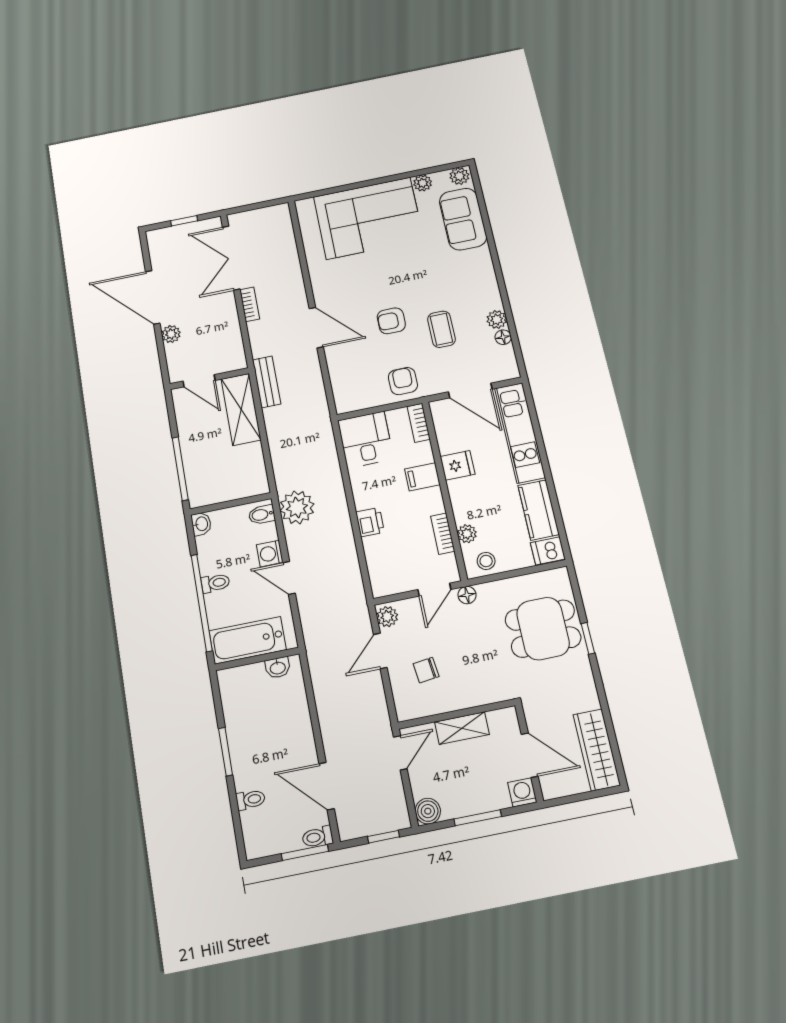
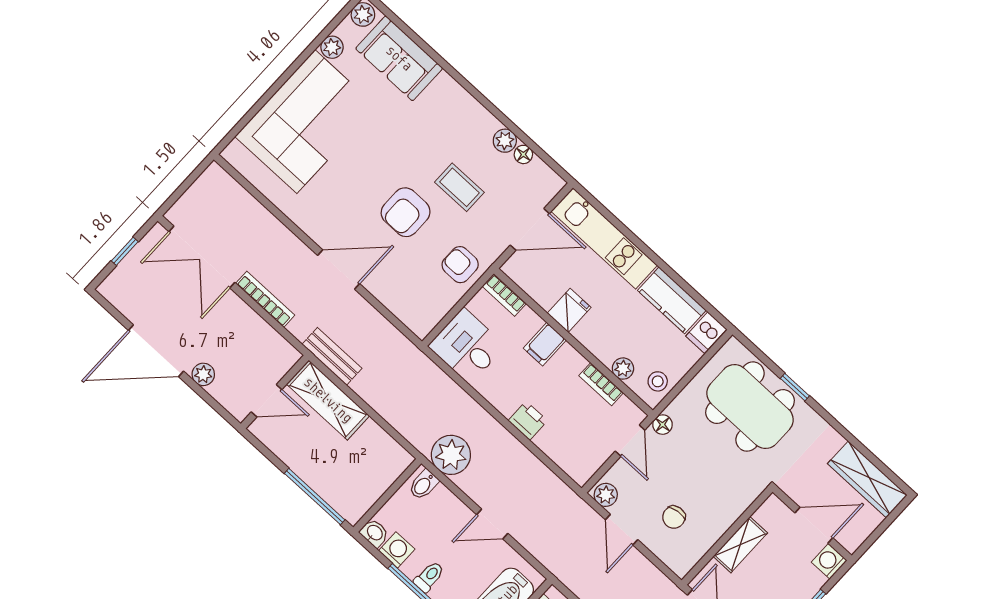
bookcase: (250, 304) -> (265, 299), width x1.56
armchair: (391, 321) -> (406, 212), width x1.38, depth x1.38
washing machine: (270, 554) -> (397, 550), moved, turned 180
dining table: (543, 629) -> (750, 407), width x1.38

